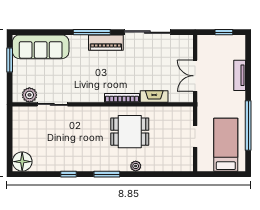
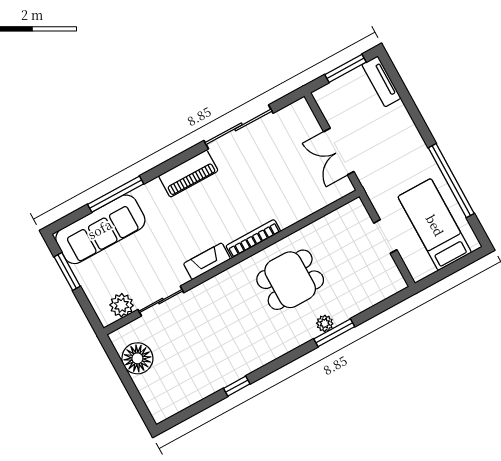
window: (92, 32) -> (116, 194), moved
window: (224, 32) -> (345, 68), width x1.50
tv unit: (240, 75) -> (381, 81), moved
fireplace: (154, 96) -> (207, 261), moved
floor lamp: (22, 162) -> (137, 358), moved
window: (107, 174) -> (334, 333), moved

